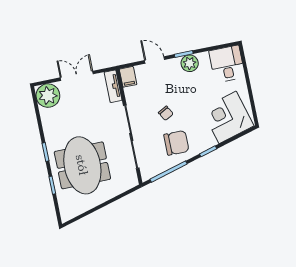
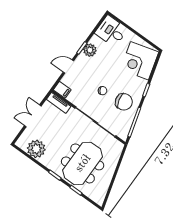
plant: (48, 96) -> (36, 149), moved
chair: (176, 143) -> (124, 102), turned 76
meeting table: (82, 165) -> (83, 163), turned 90

